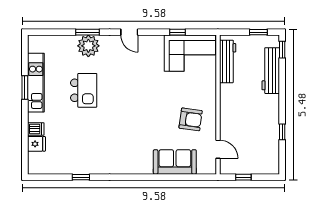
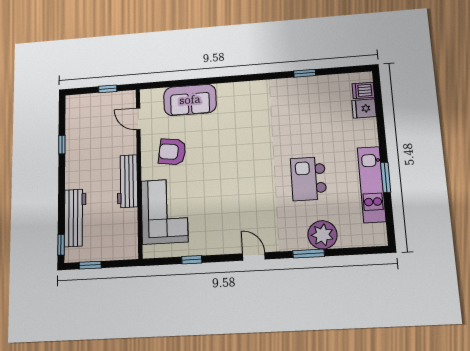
plant: (88, 46) -> (322, 235), moved
corner sofa: (190, 53) -> (164, 211), moved, turned 90
workbench: (228, 61) -> (127, 181), moved
dishwasher: (36, 129) -> (363, 90), moved

